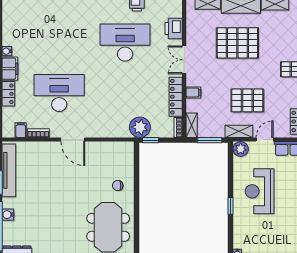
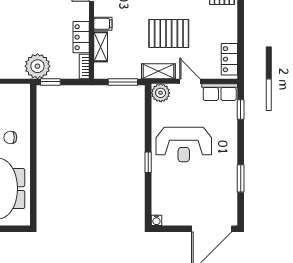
locker: (176, 97) -> (81, 37), width x0.66
shelving: (192, 125) -> (101, 47), moved
door: (265, 139) -> (190, 81), hinge flipped
reception desk: (260, 191) -> (184, 145), turned -90

